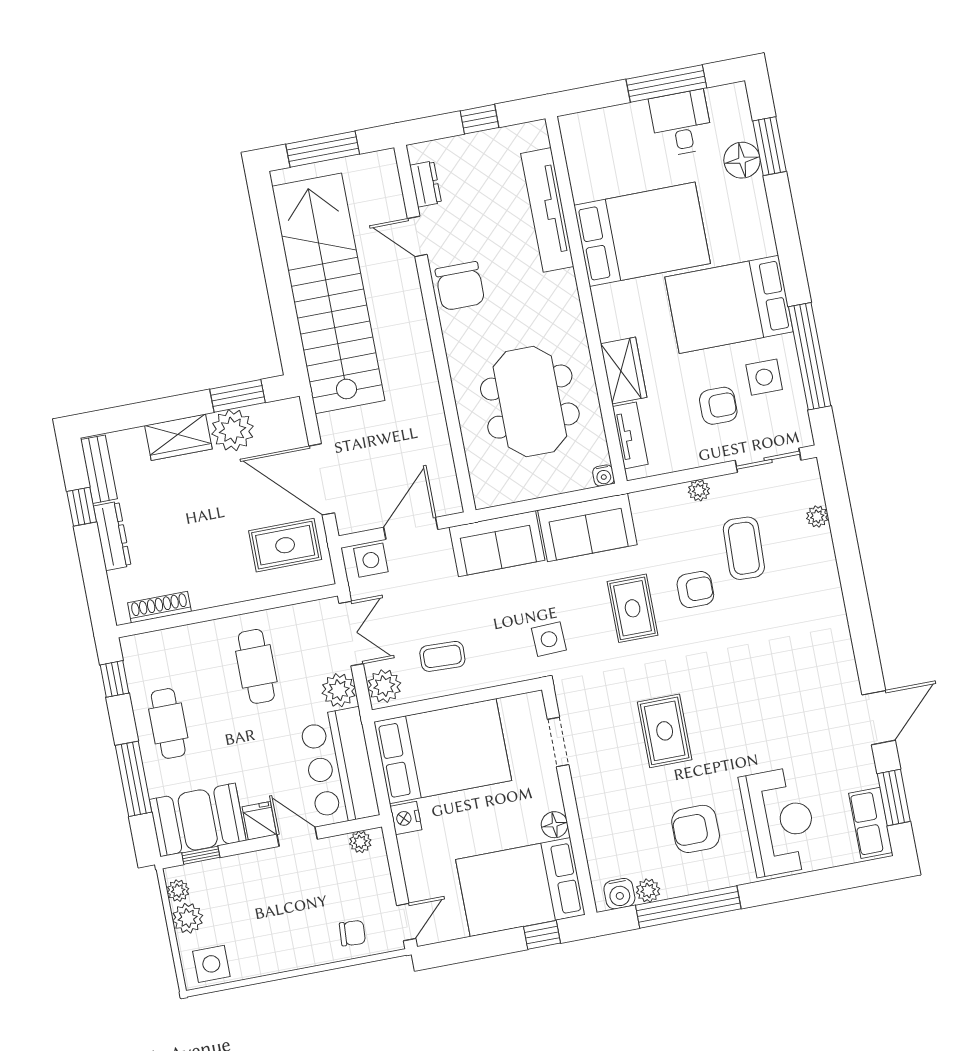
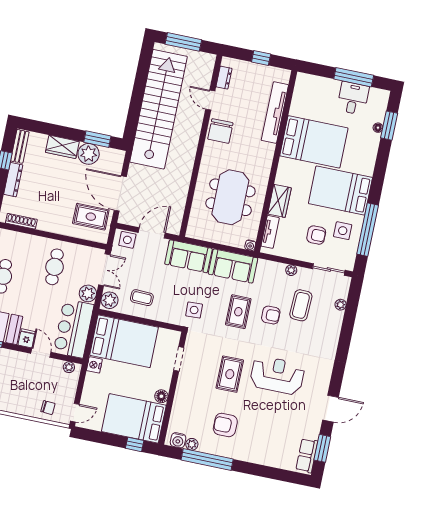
floor lamp: (742, 160) -> (378, 128), width x0.53, depth x0.53
reception desk: (779, 822) -> (277, 375), moved, turned -90

